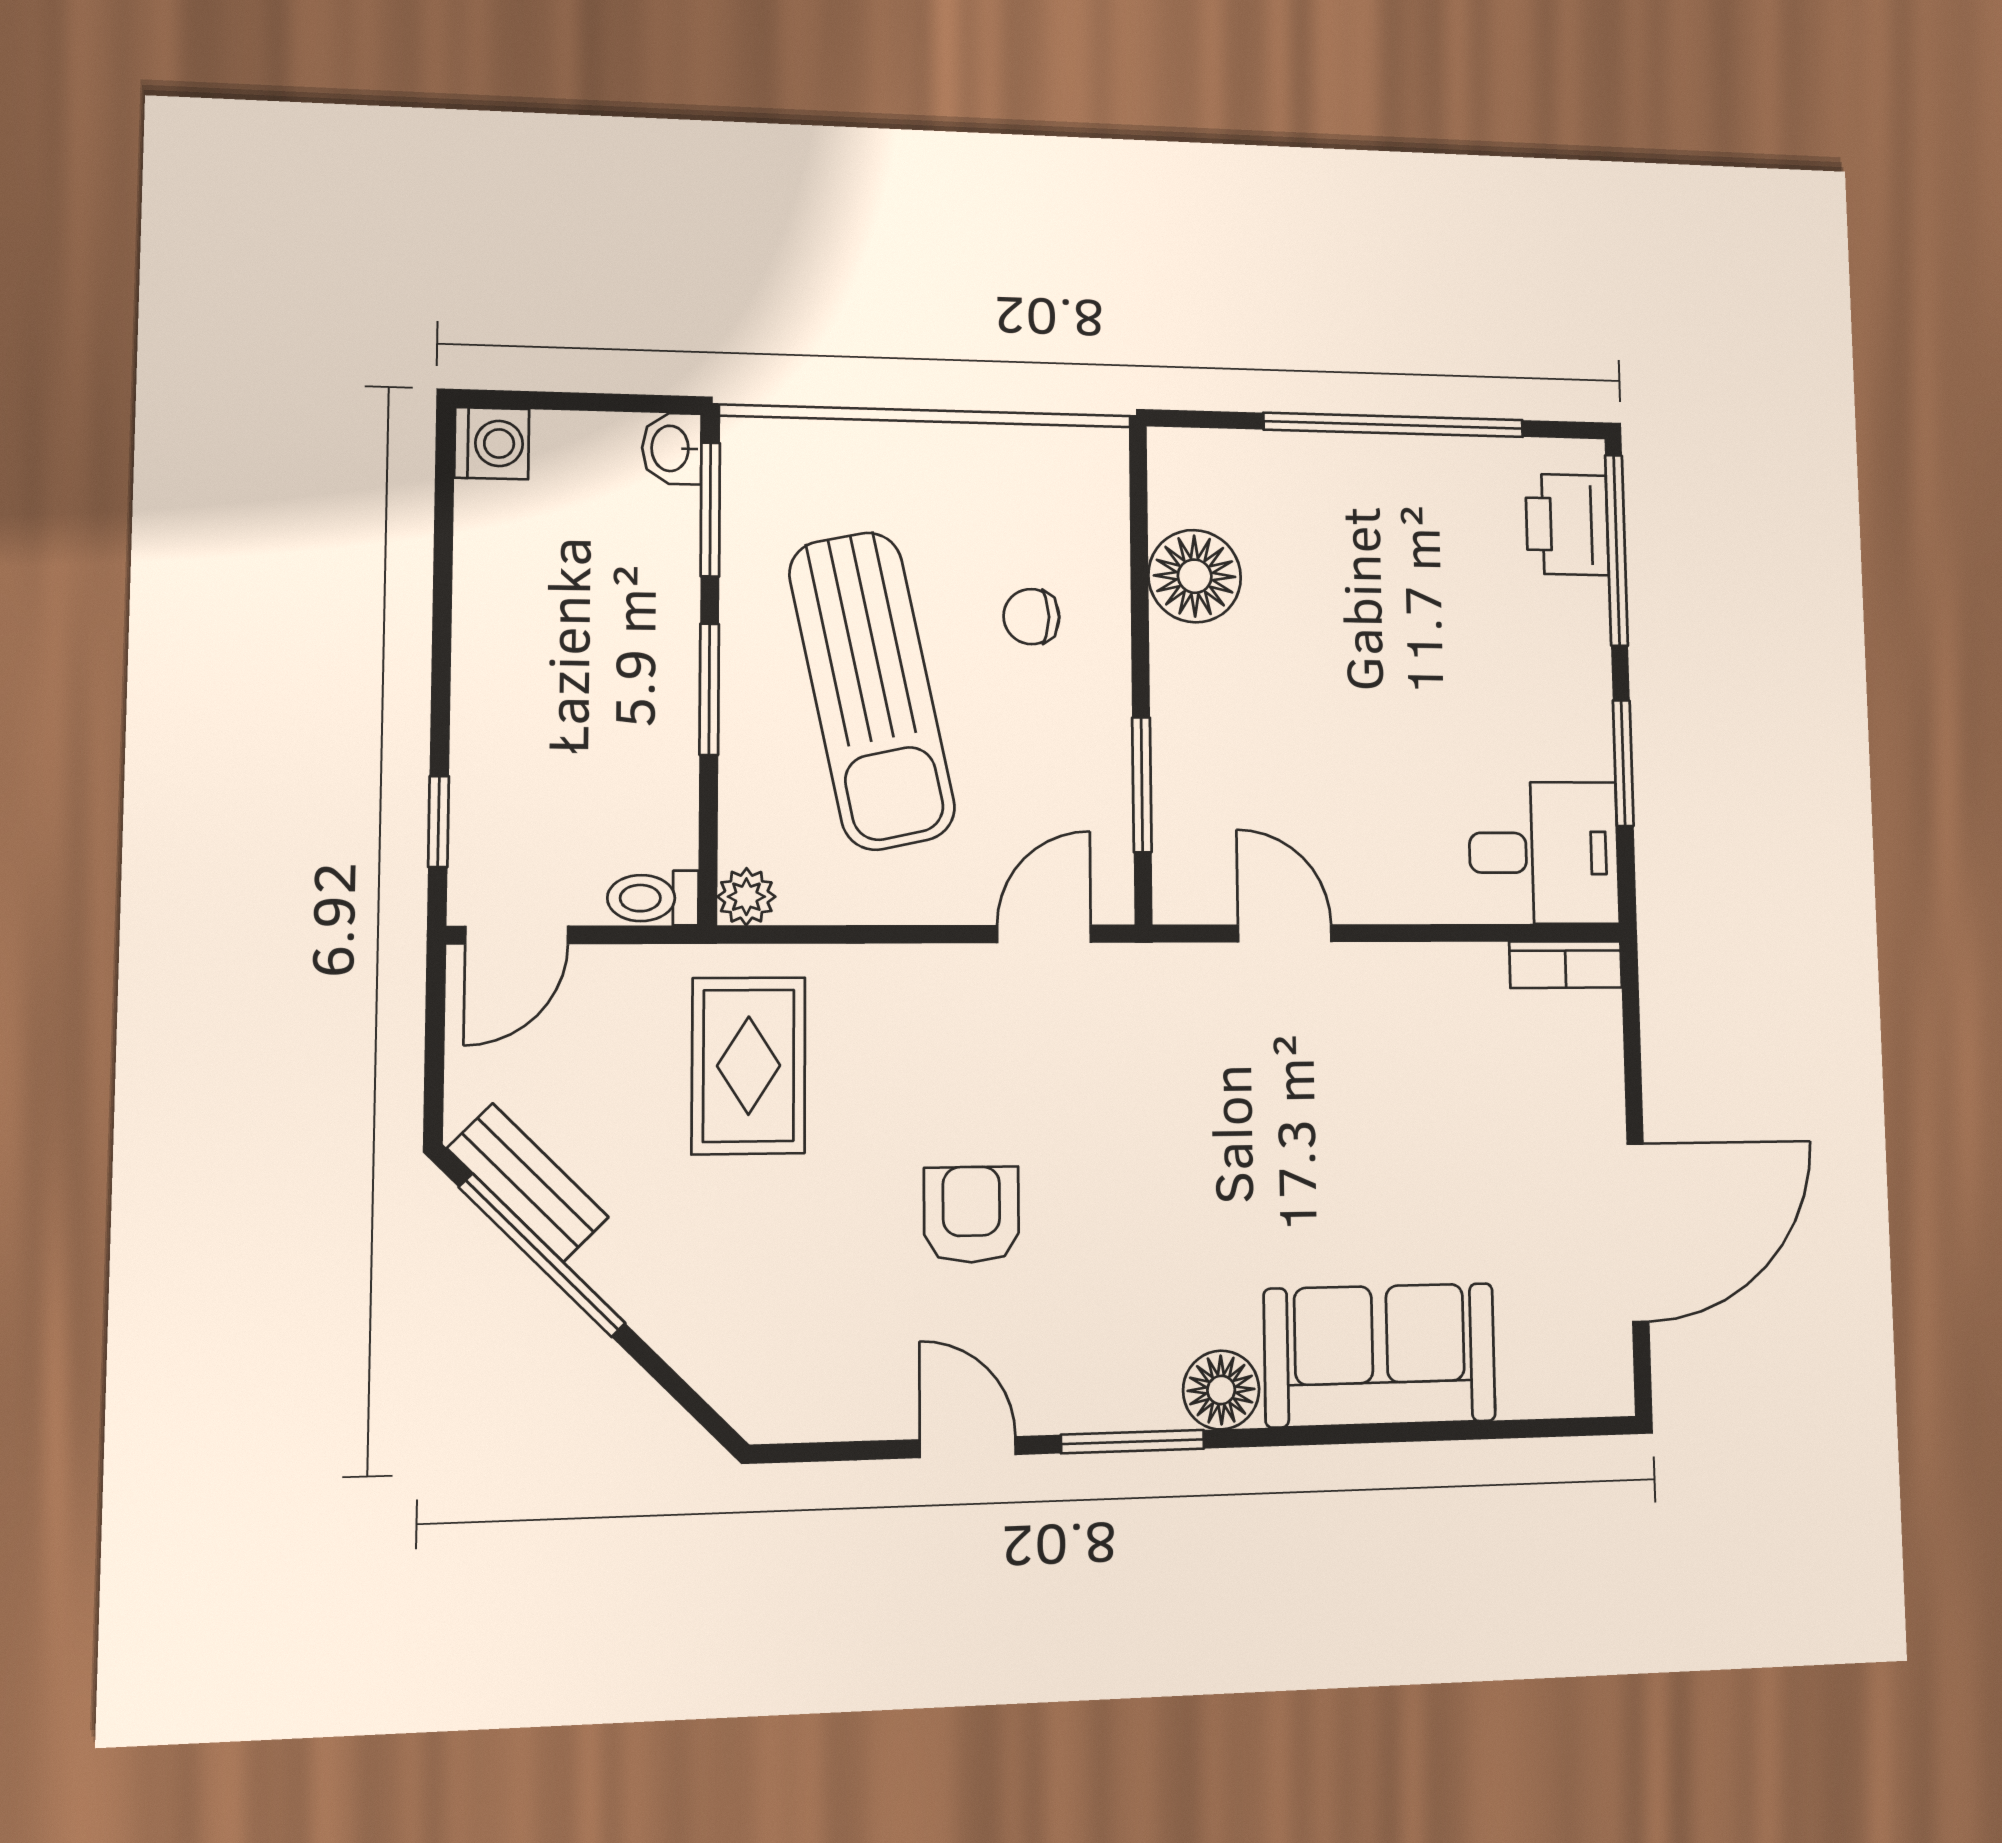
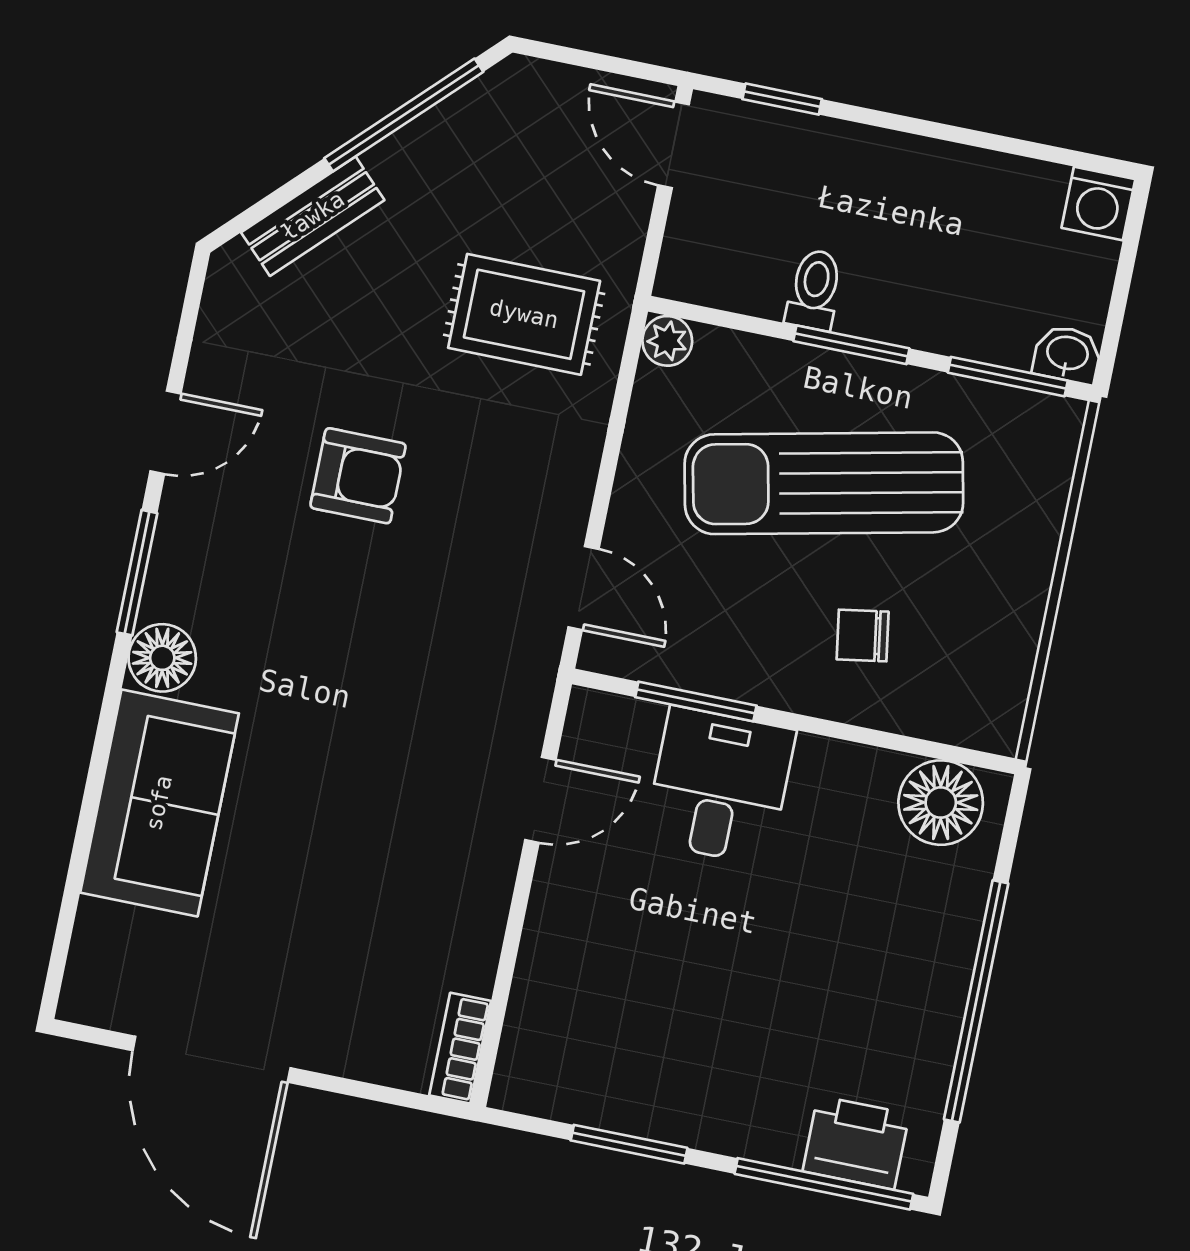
floor lamp: (1195, 576) -> (941, 803), moved
chair: (1031, 617) -> (863, 636), turned -99
desk: (1544, 853) -> (720, 786), moved, turned 180
toilet: (653, 898) -> (814, 290), moved
bench: (528, 1183) -> (313, 216), moved

